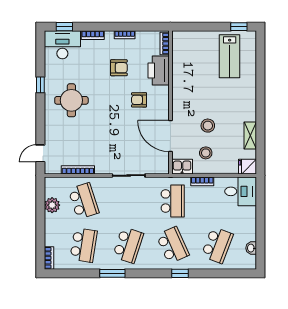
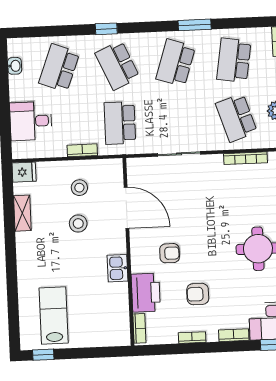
kitchen sink: (182, 167) -> (118, 268), moved, turned 90
desk: (241, 191) -> (31, 121), moved

